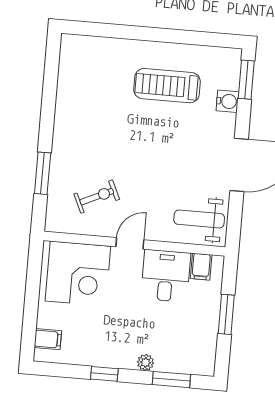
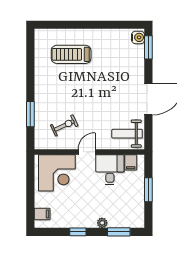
treadmill: (167, 86) -> (71, 54), moved
water cooler: (227, 101) -> (138, 37), moved

